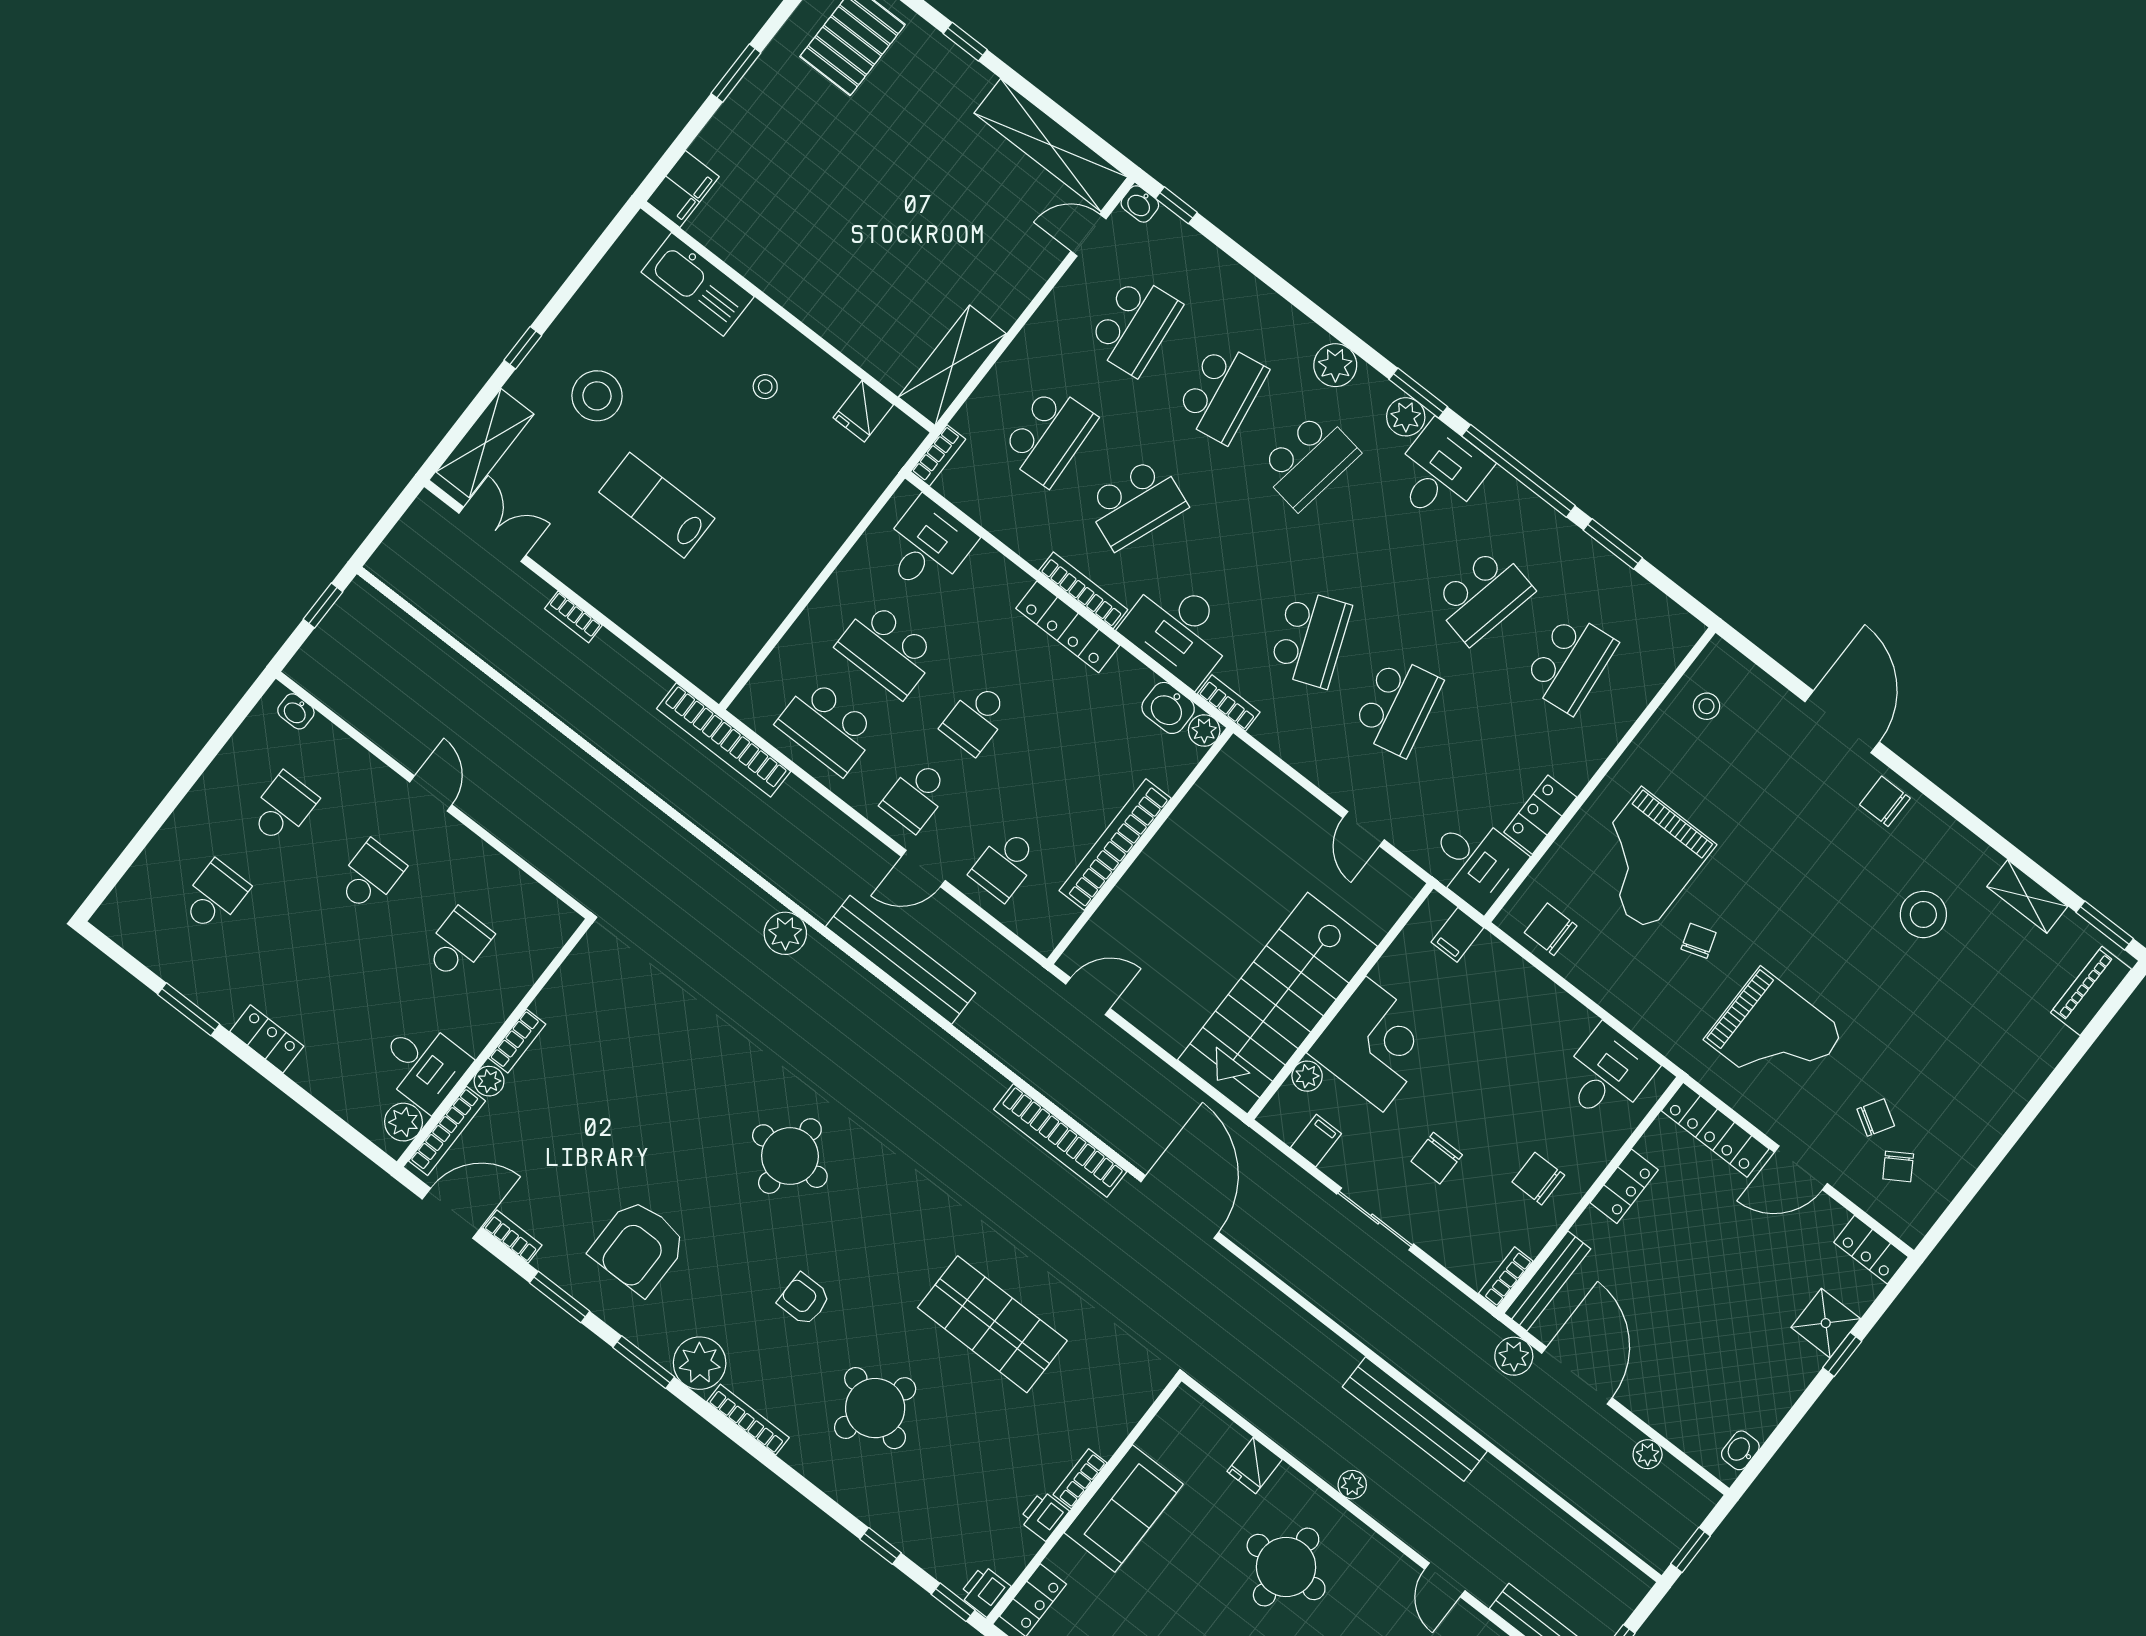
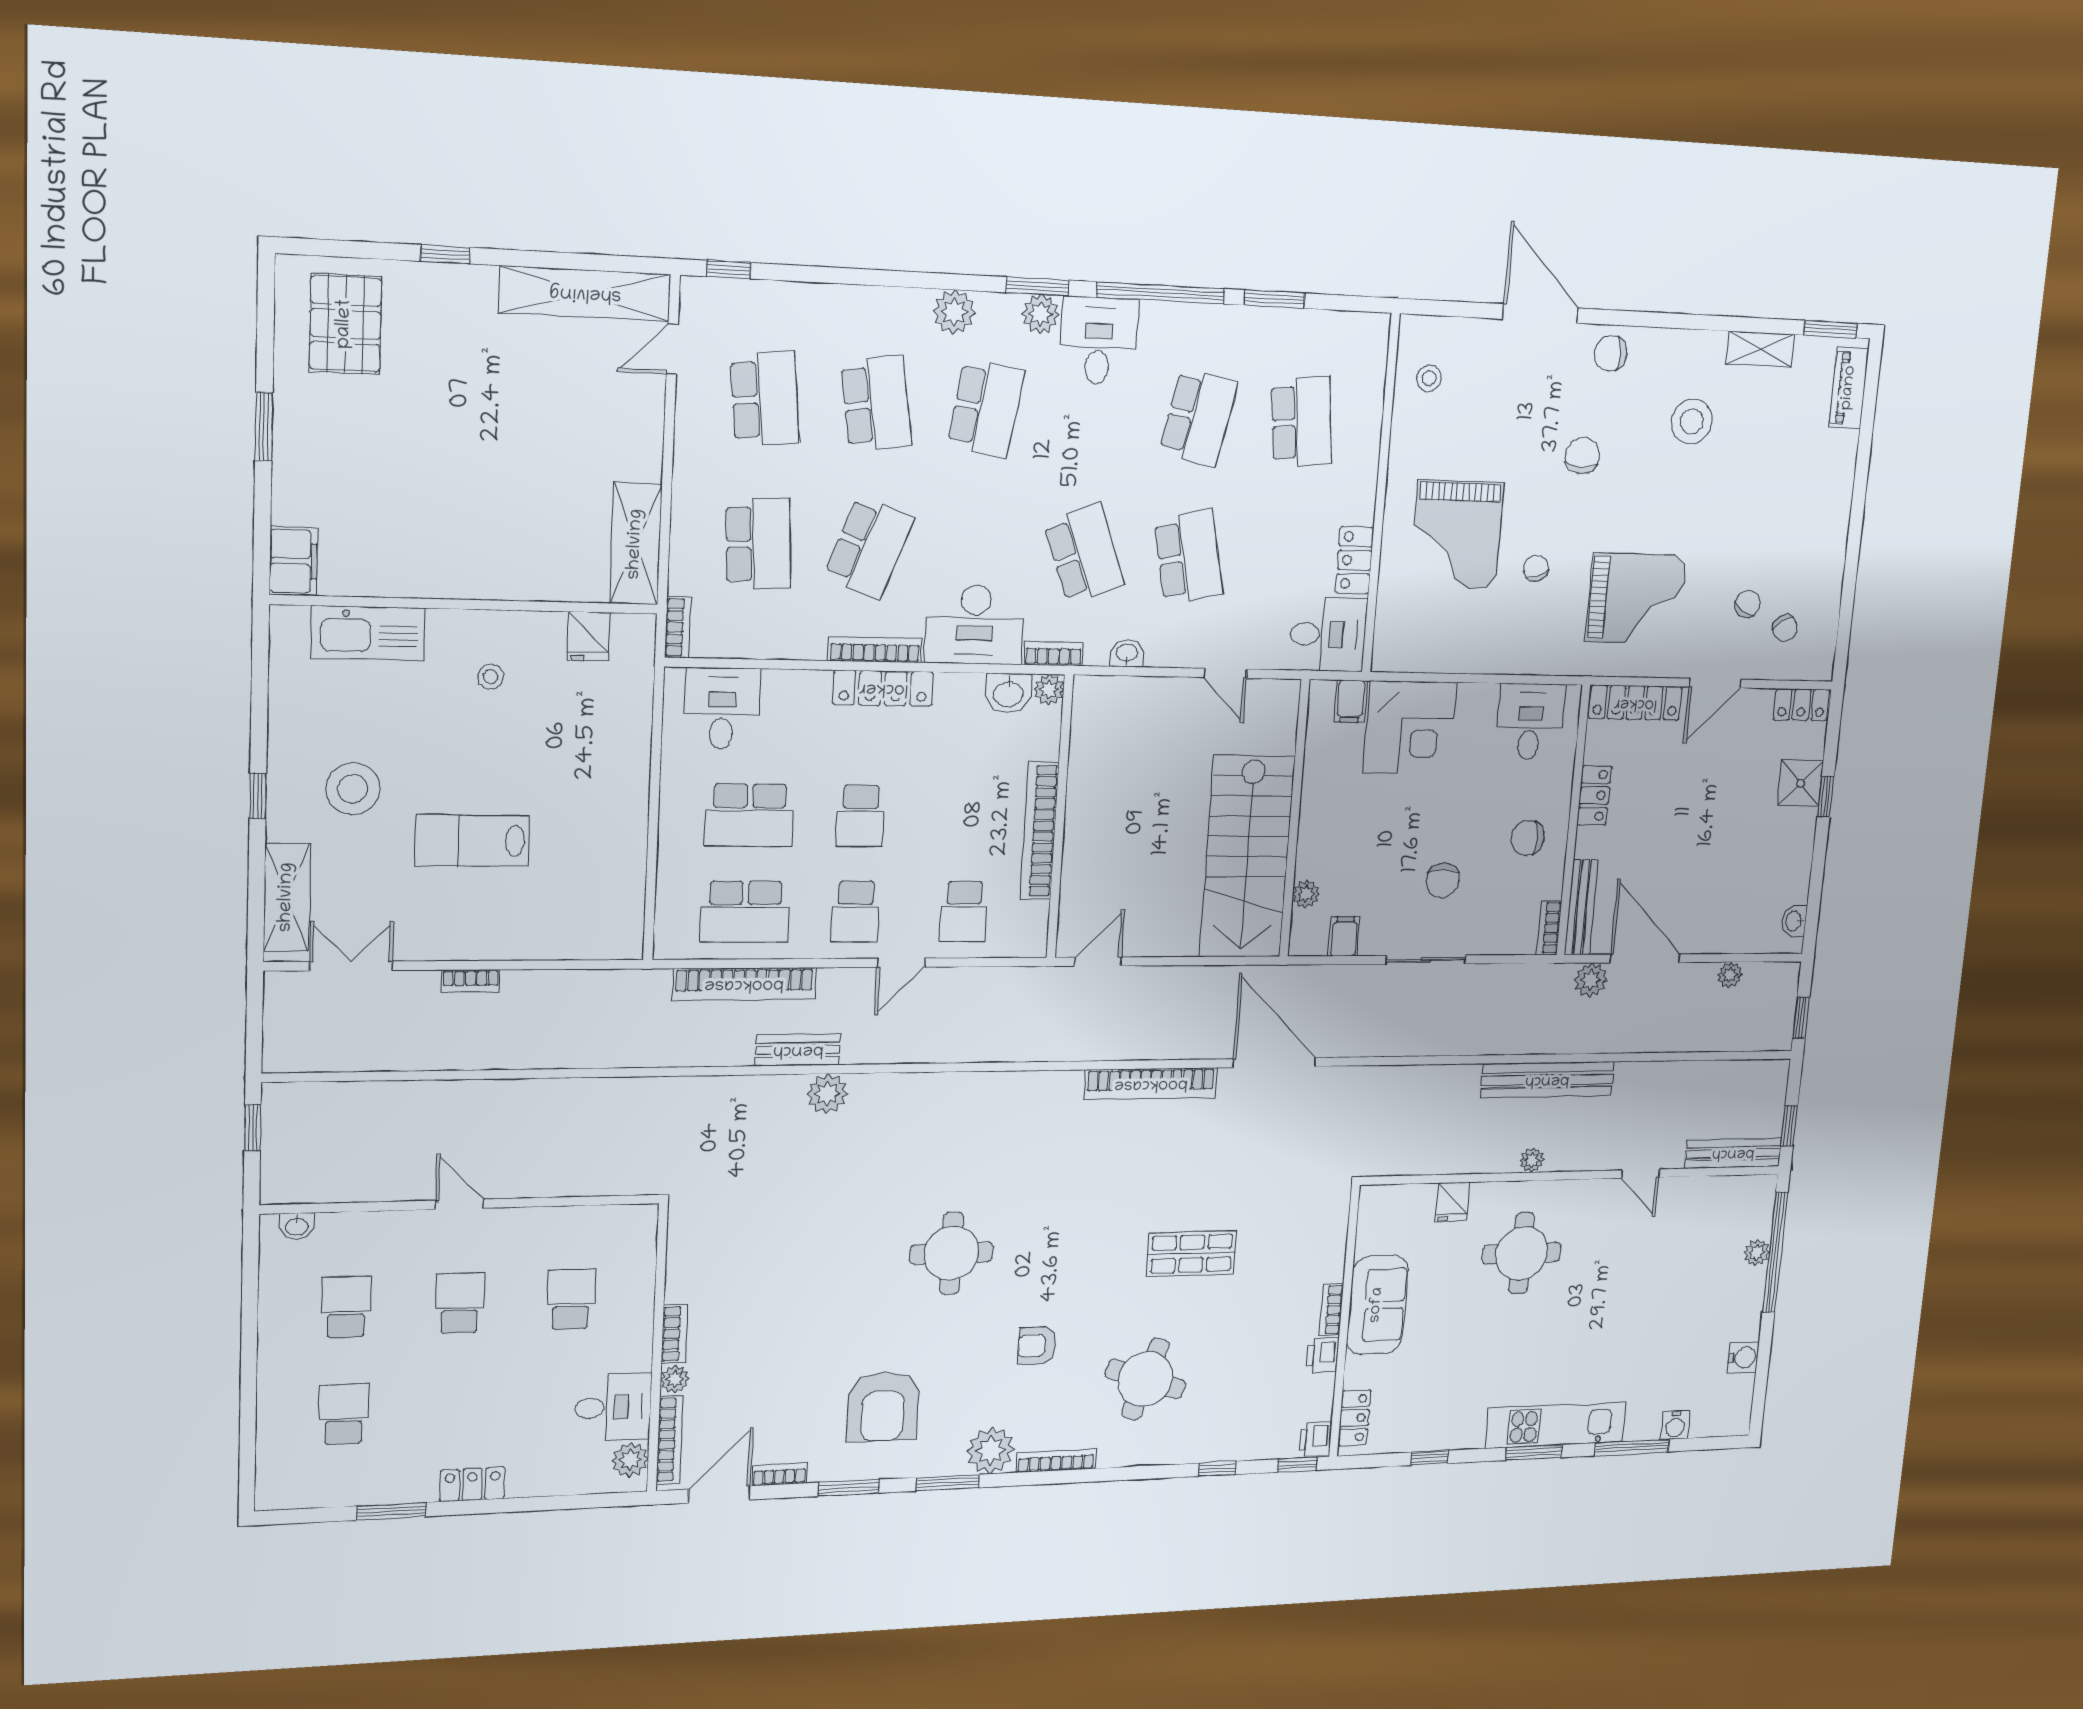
washbasin: (1140, 204) -> (1127, 653), moved, turned 180
bookcase: (724, 740) -> (744, 984), moved
chair: (1551, 929) -> (1582, 456), moved, turned 90
bench: (901, 960) -> (798, 1050), moved, width x0.54, depth x0.82
corner desk: (1374, 1044) -> (1410, 728), moved, turned 90
shop shelf: (992, 1324) -> (1192, 1254), width x0.70, depth x0.74

